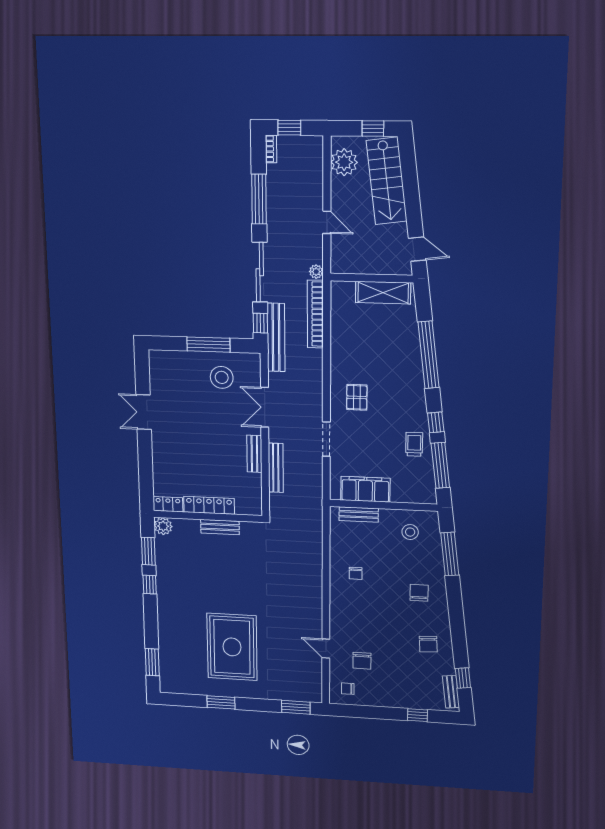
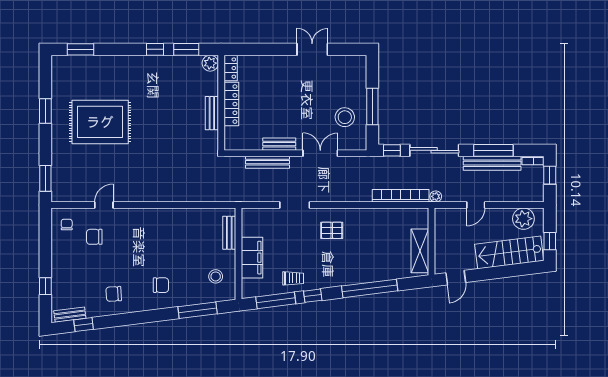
bench: (276, 337) -> (492, 163), moved
filing cabinet: (365, 489) -> (252, 258), moved
chair: (356, 573) -> (176, 231), removed

